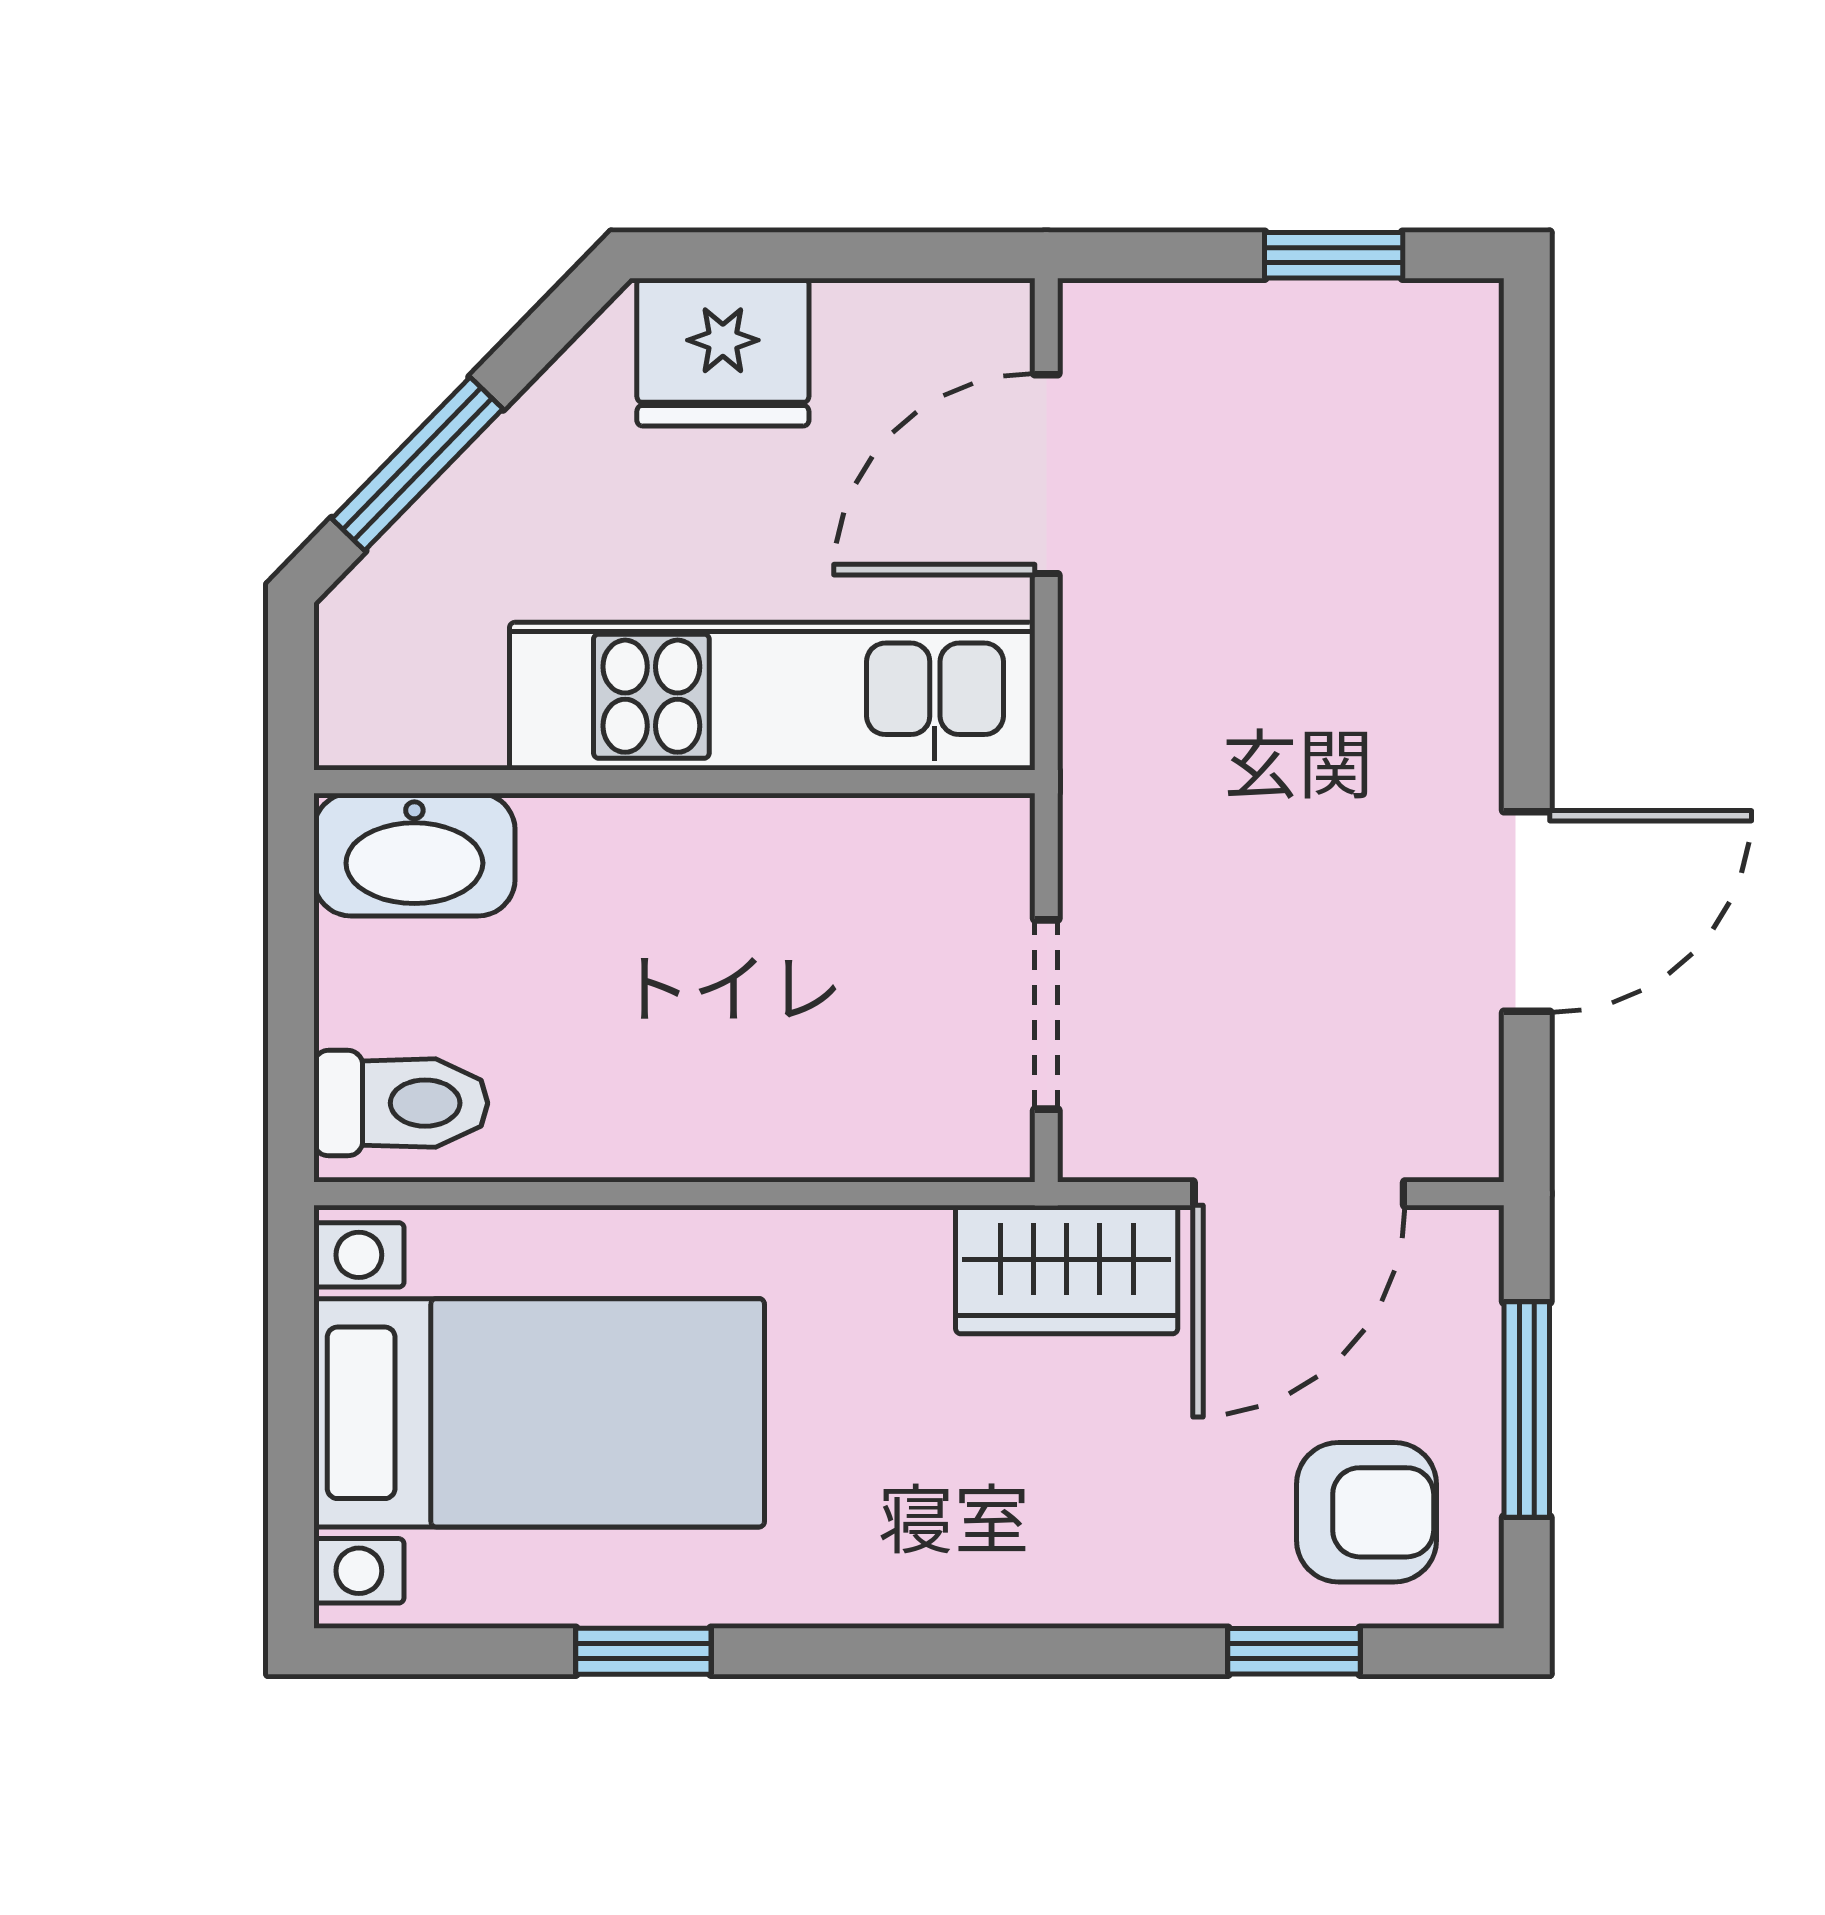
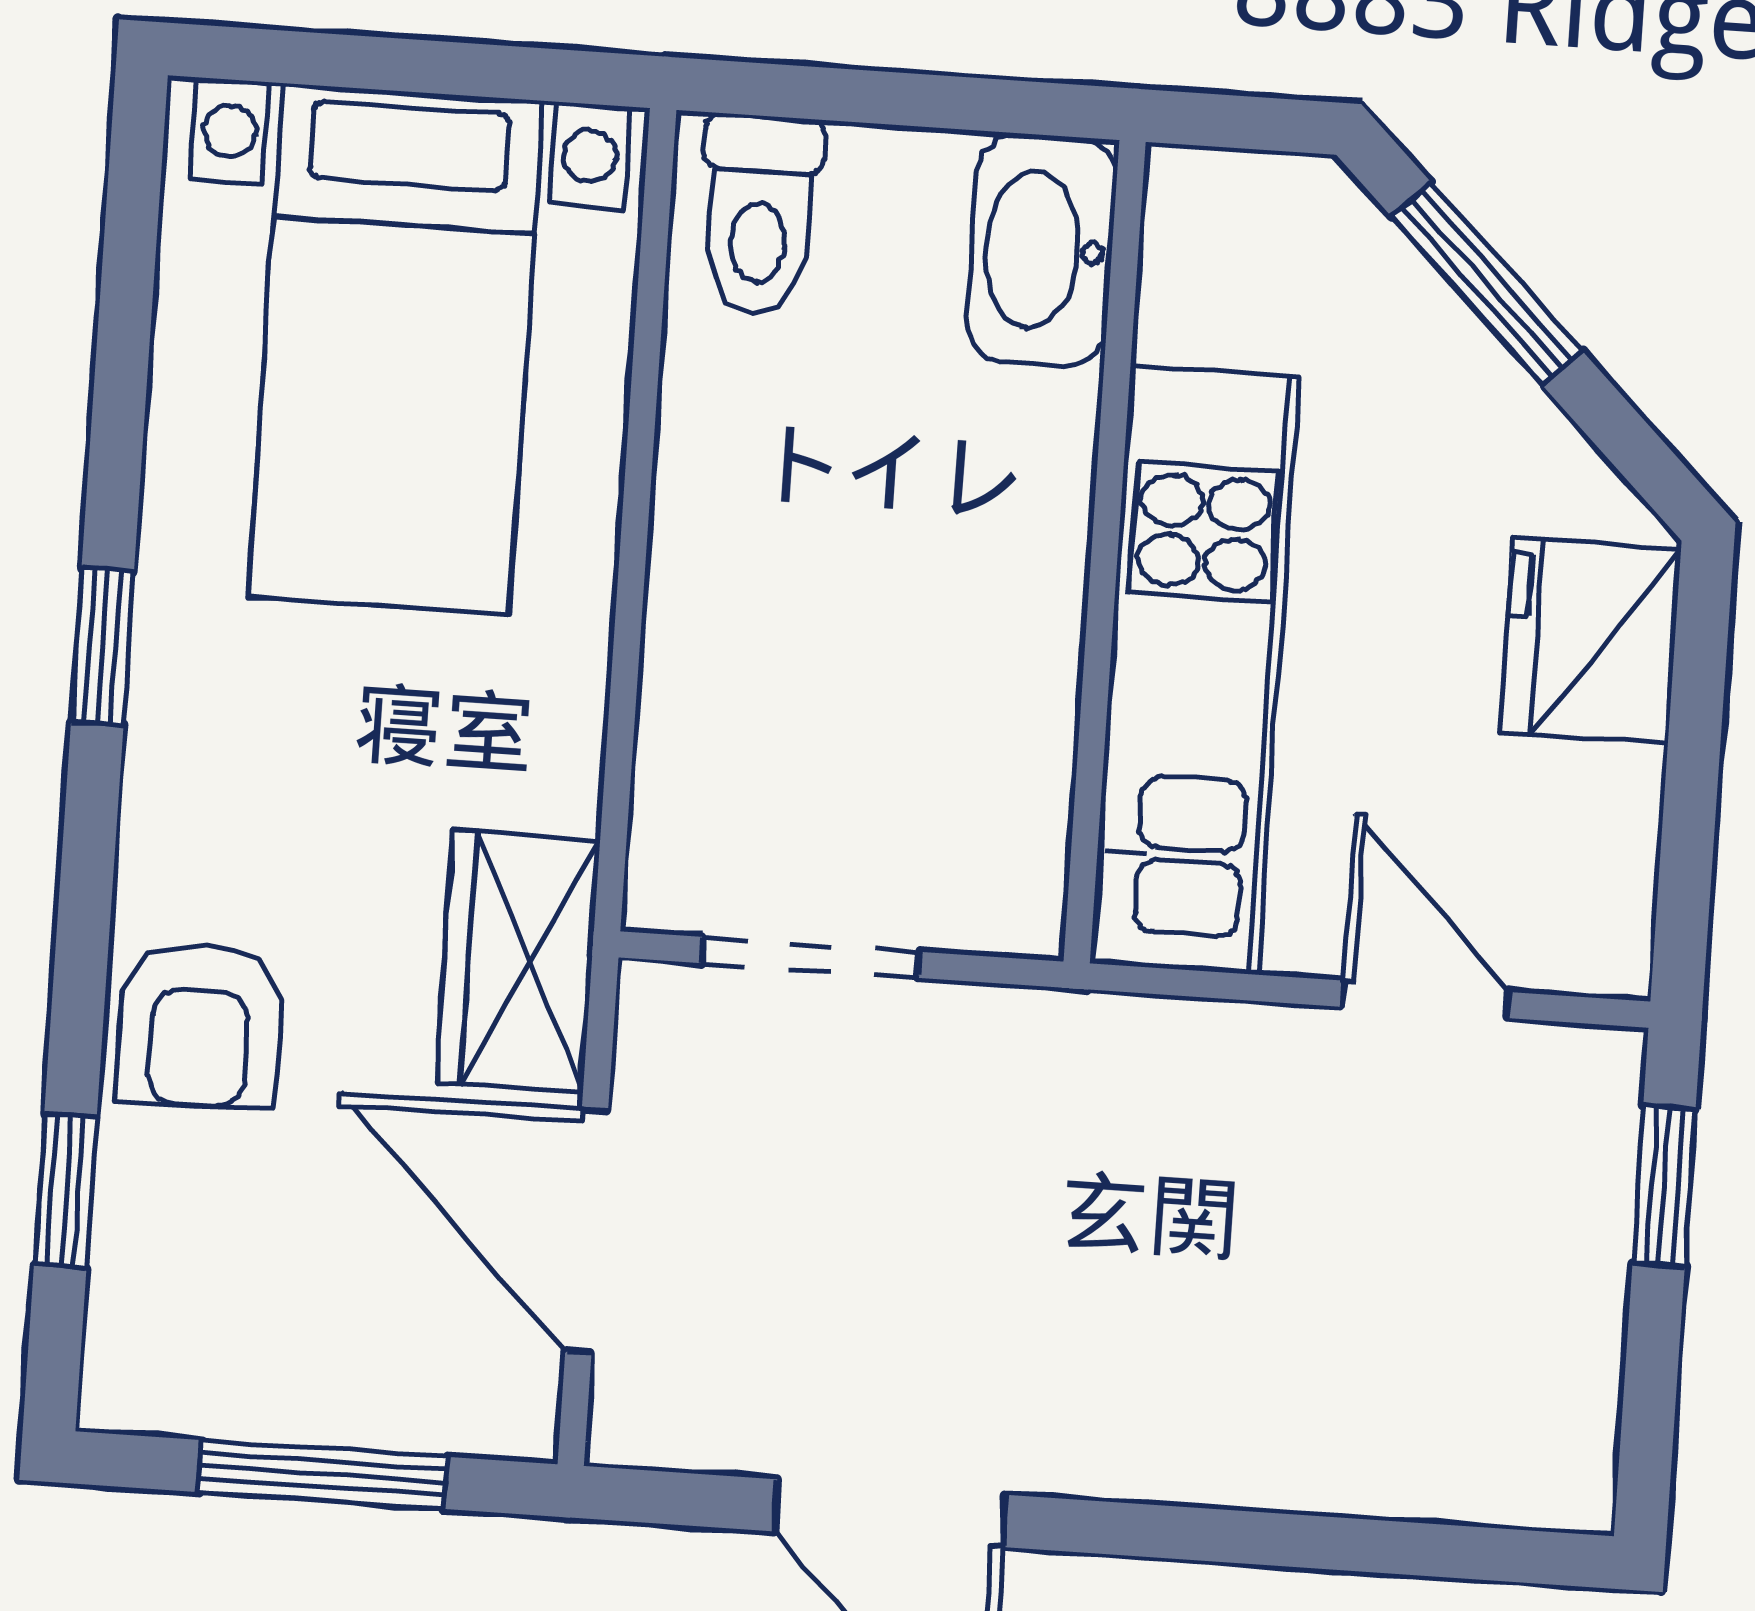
window: (1334, 255) -> (1664, 1186), moved
door: (1046, 474) -> (1426, 999), width x0.73
armchair: (1366, 1512) -> (200, 1026), moved
window: (643, 1651) -> (102, 647), moved

